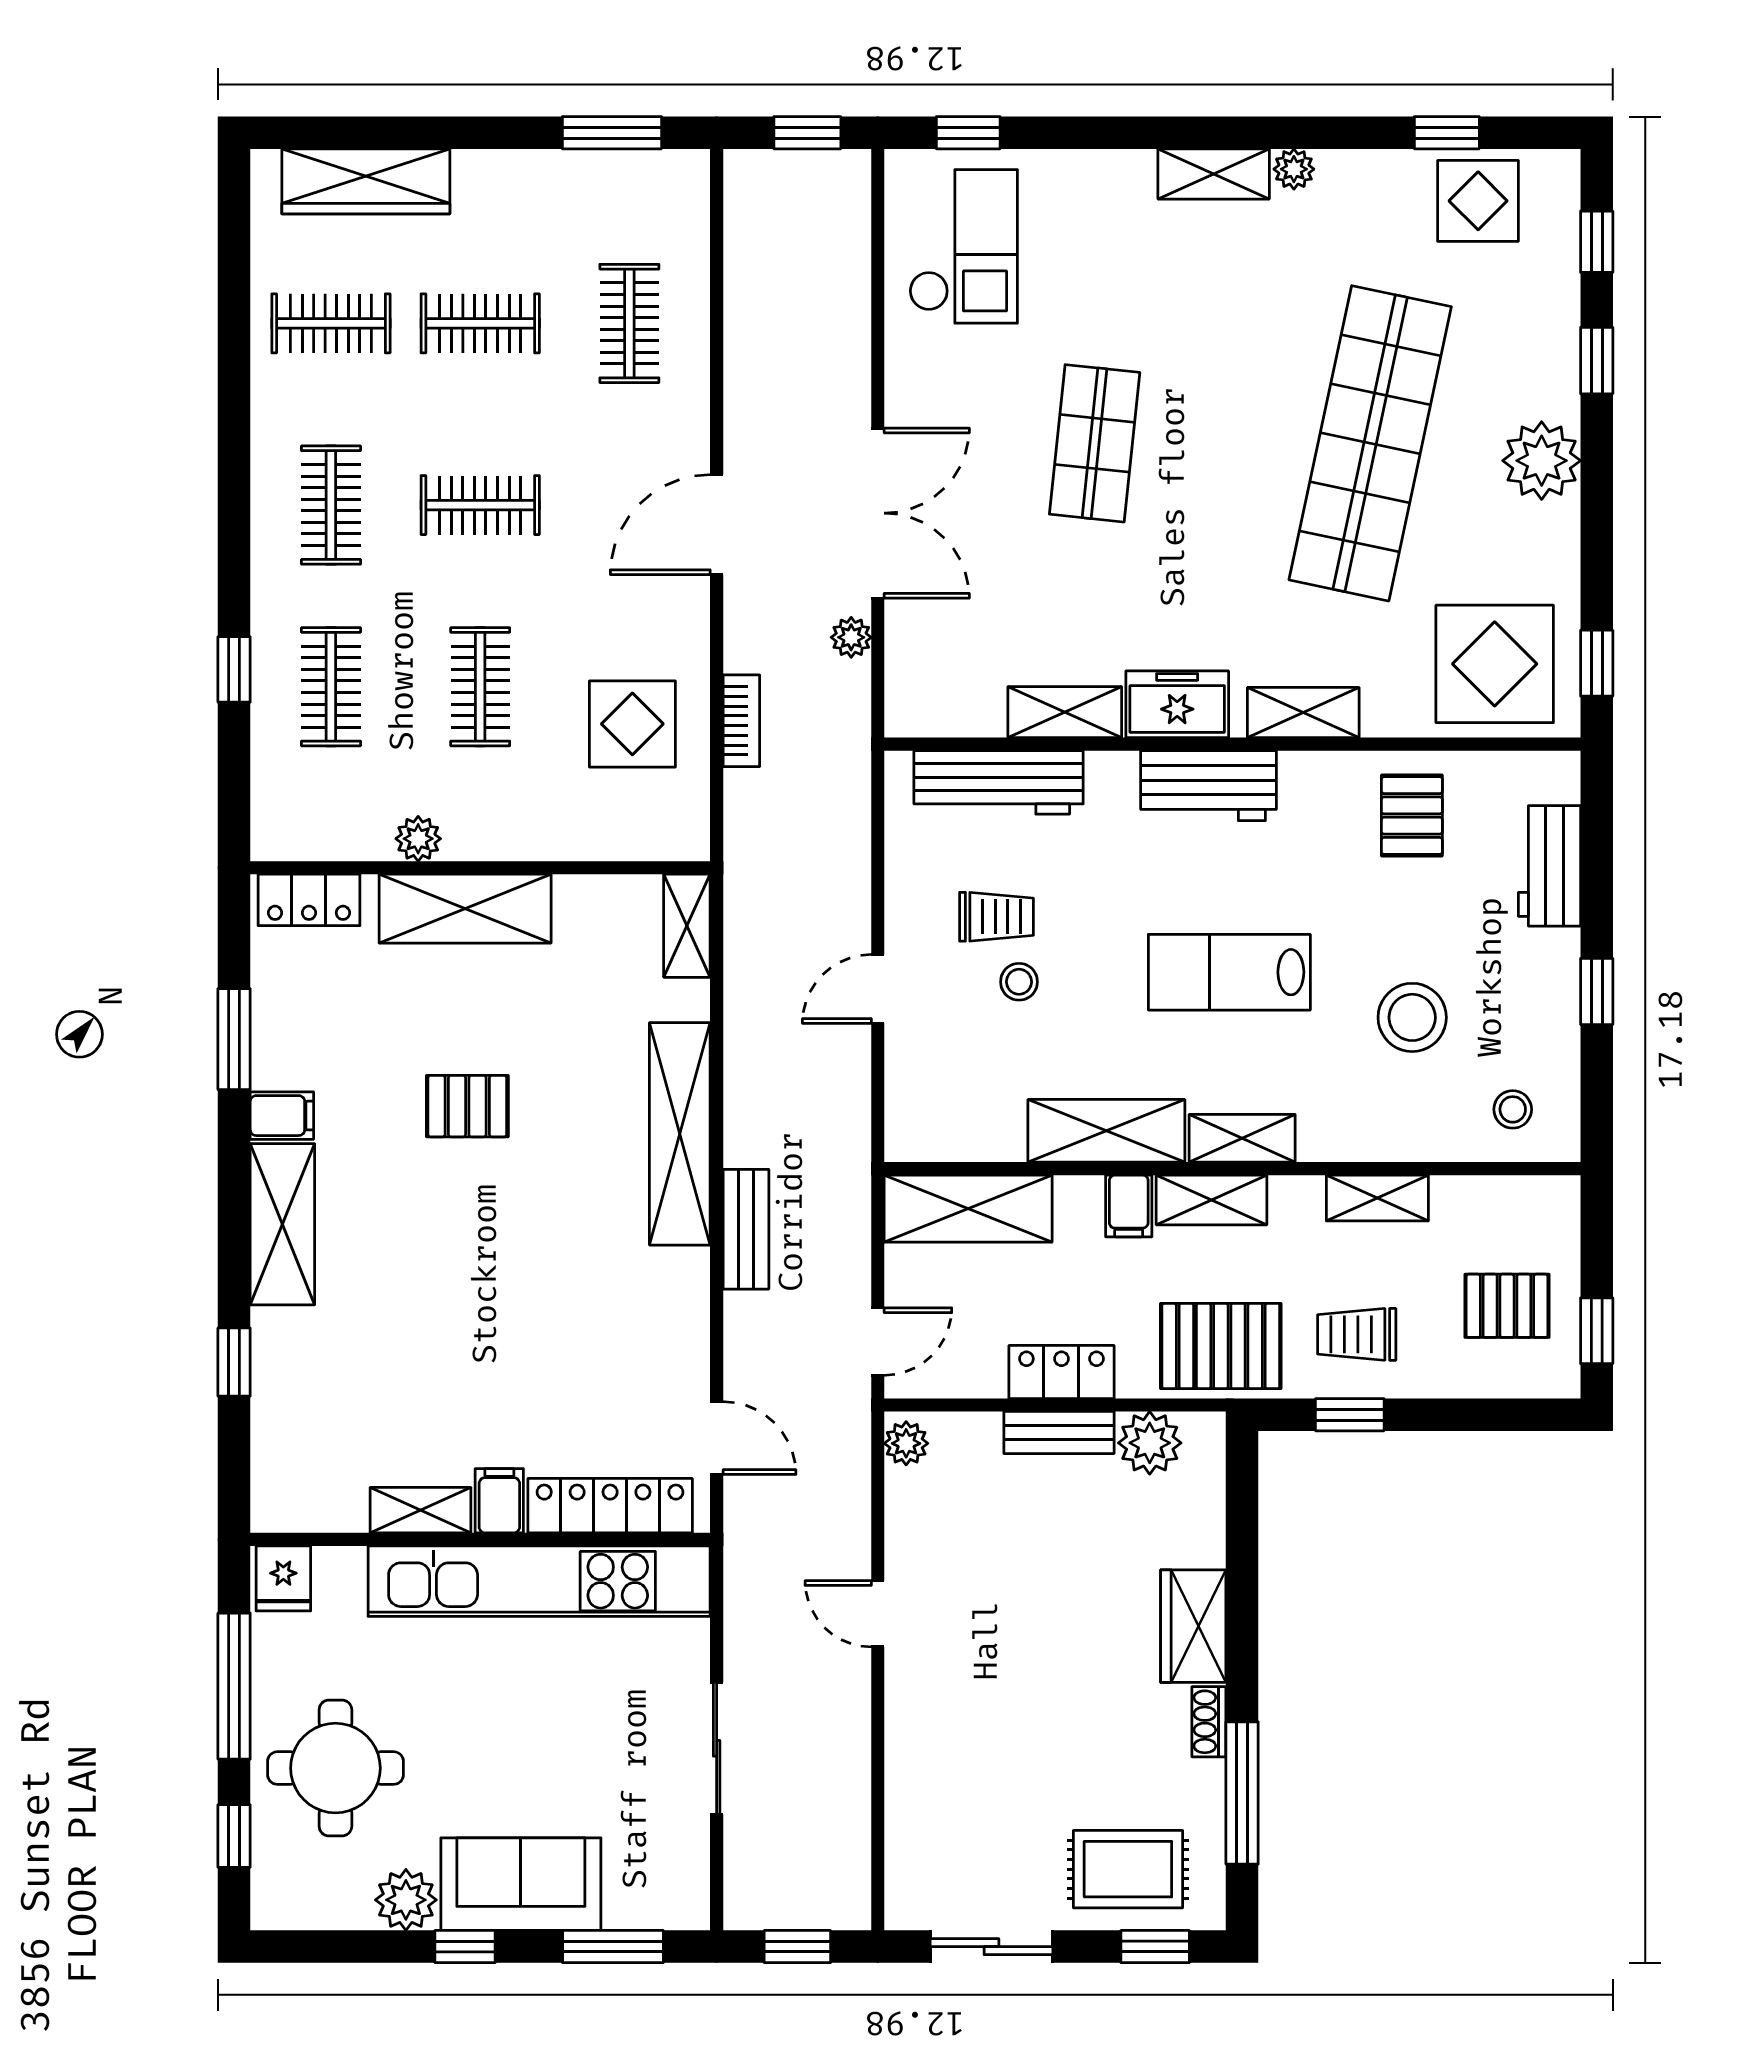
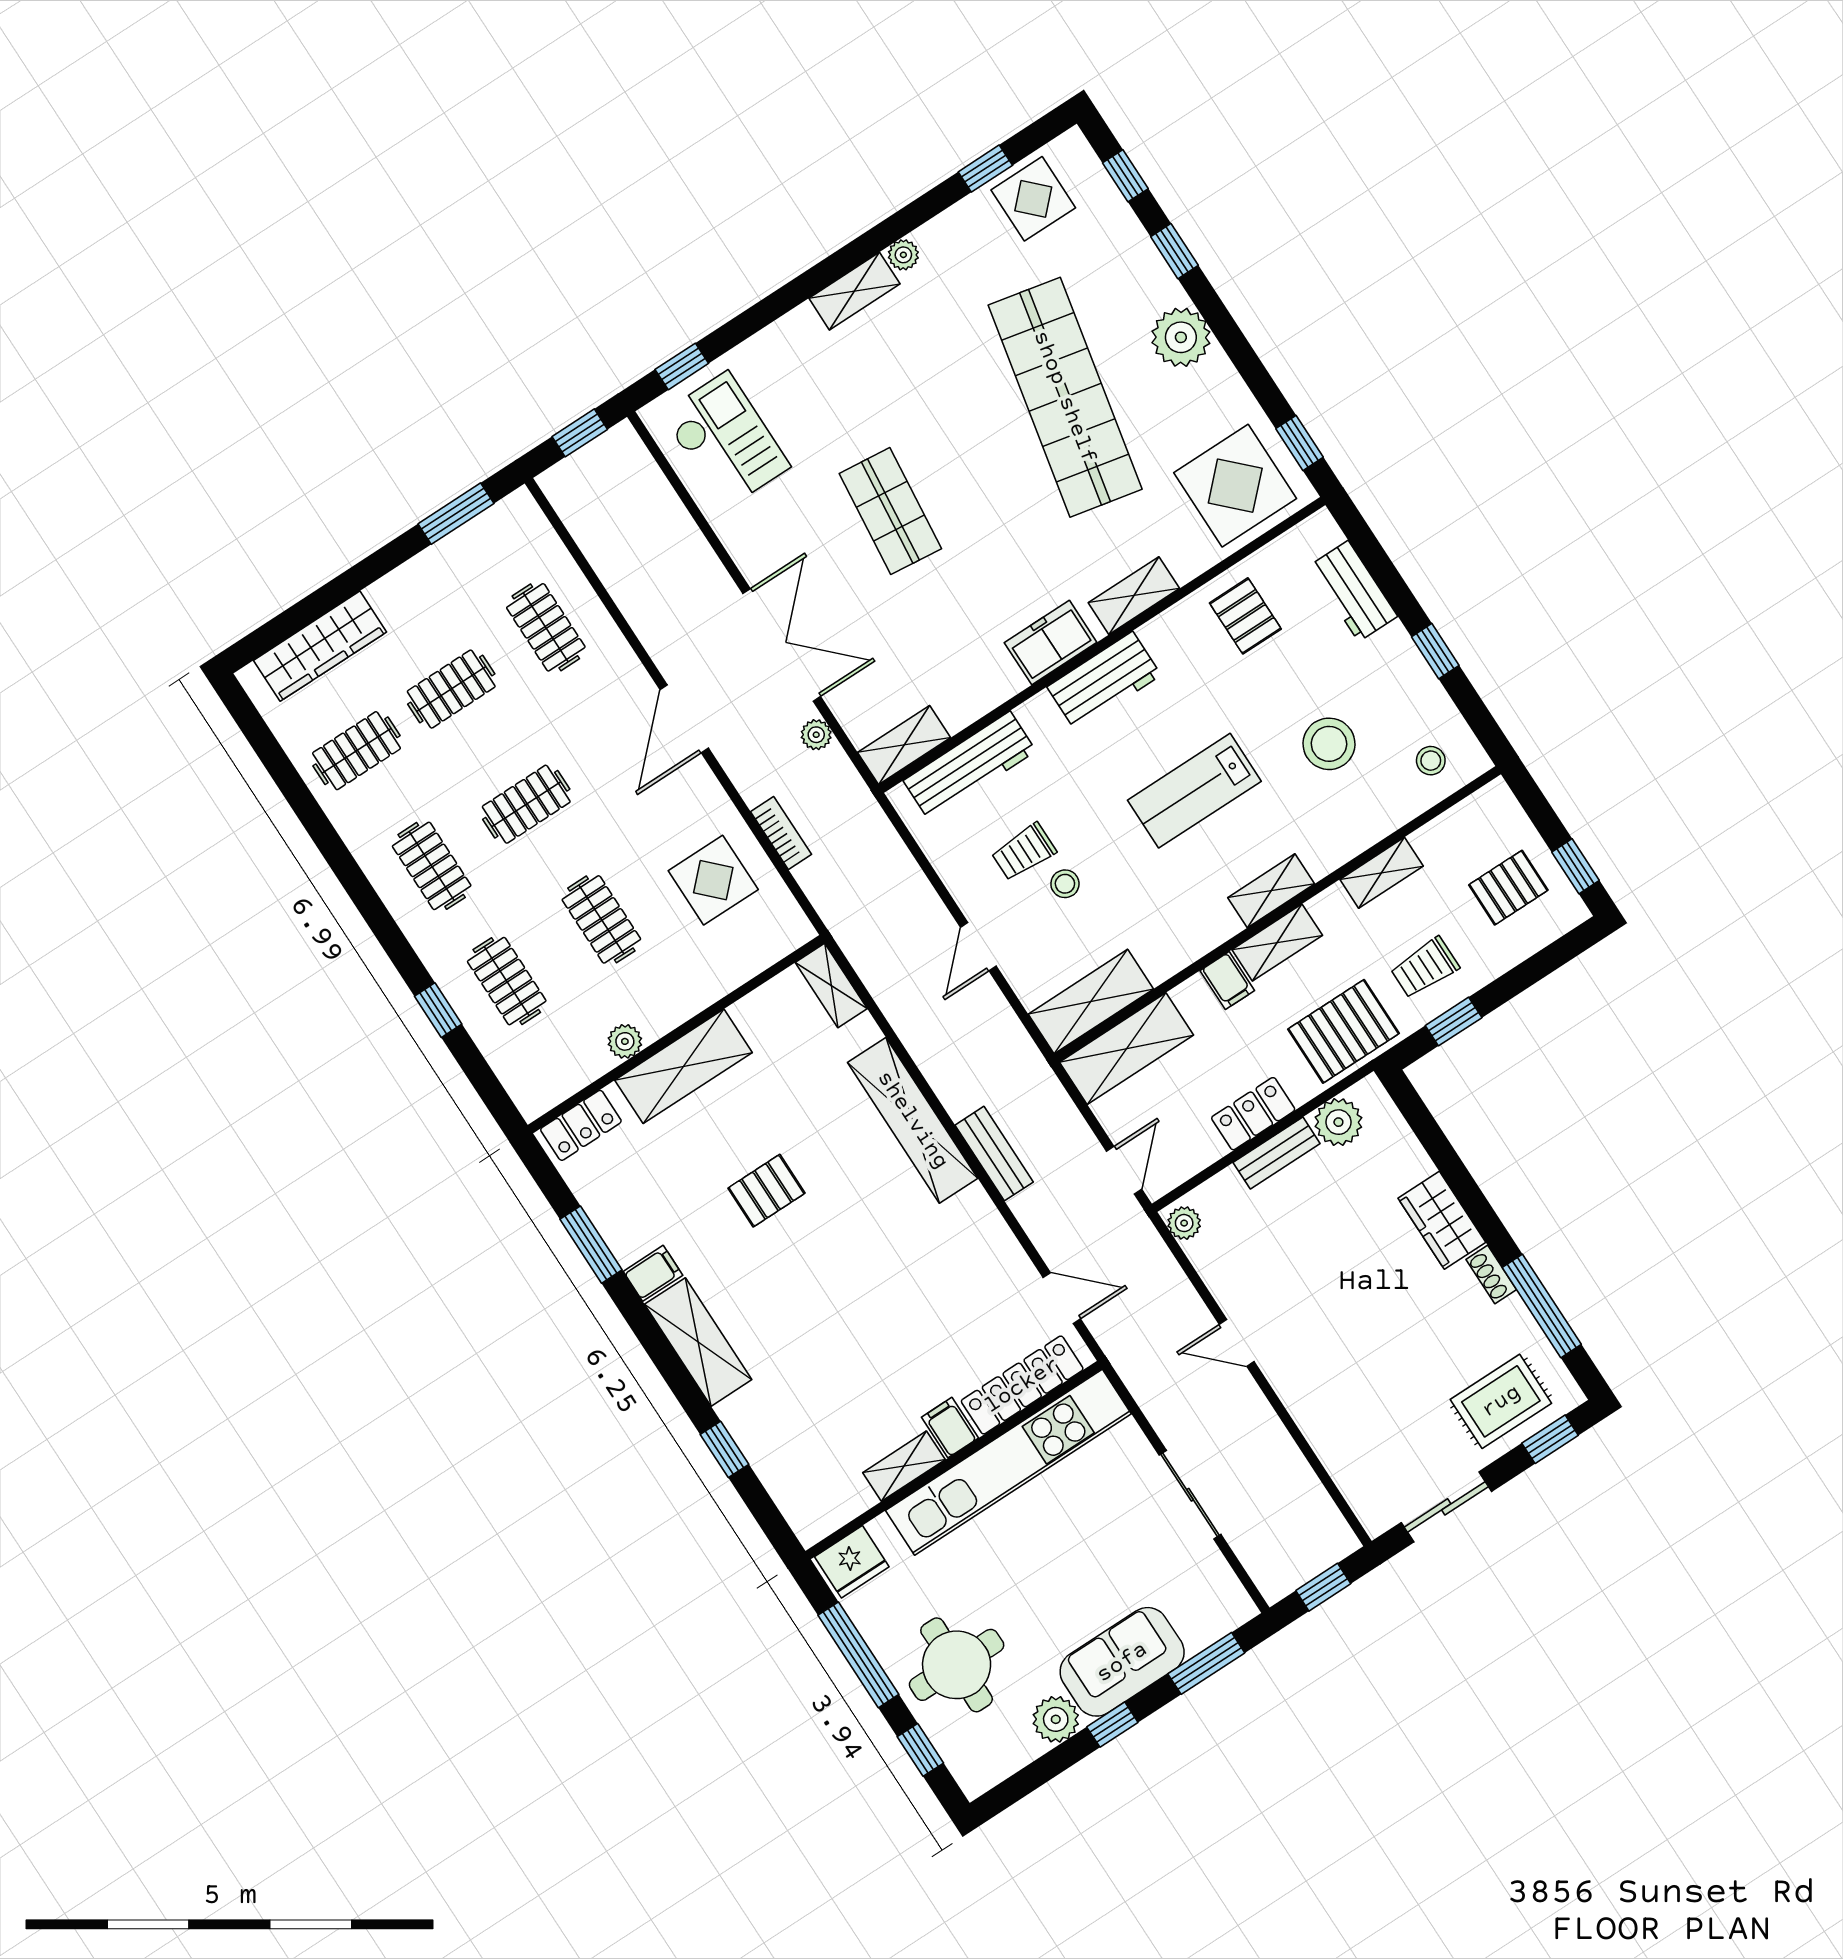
shelving: (1065, 712) -> (904, 745), moved
trolley: (996, 917) -> (1024, 852), turned 180
shelving: (1106, 1131) -> (1091, 1002), moved
fridge: (283, 1578) -> (852, 1562), width x1.38

